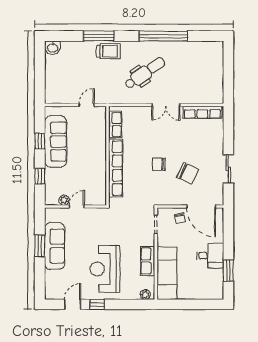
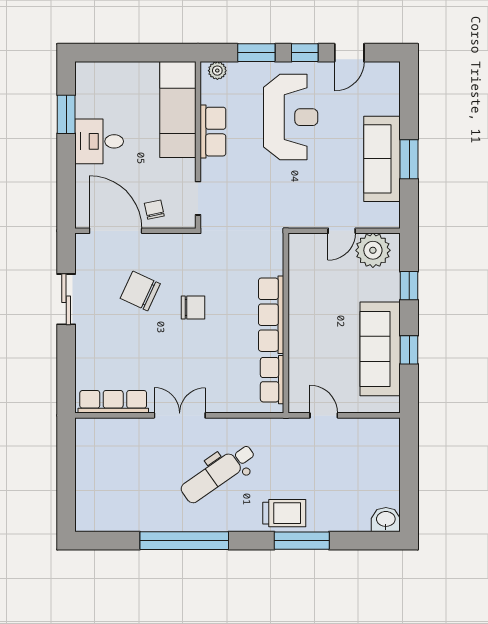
trolley: (108, 51) -> (284, 513), turned 180
door: (87, 105) -> (324, 415), swing flipped
row of seats: (116, 168) -> (271, 315), width x0.73
plant: (64, 200) -> (373, 250), width x1.87, depth x1.87
window: (124, 304) -> (256, 53), added

